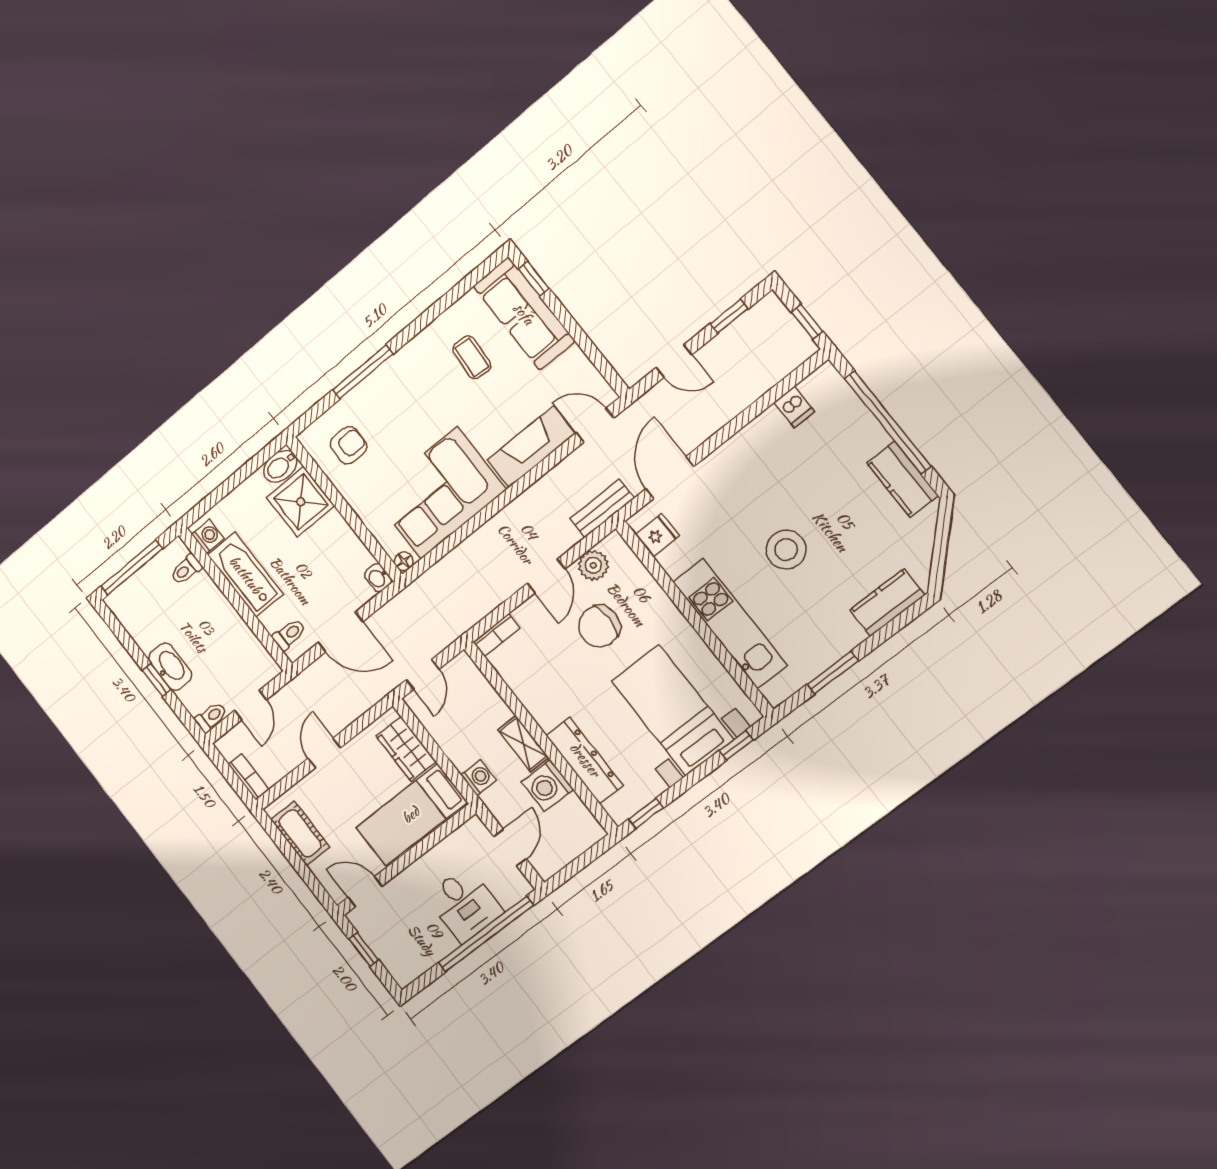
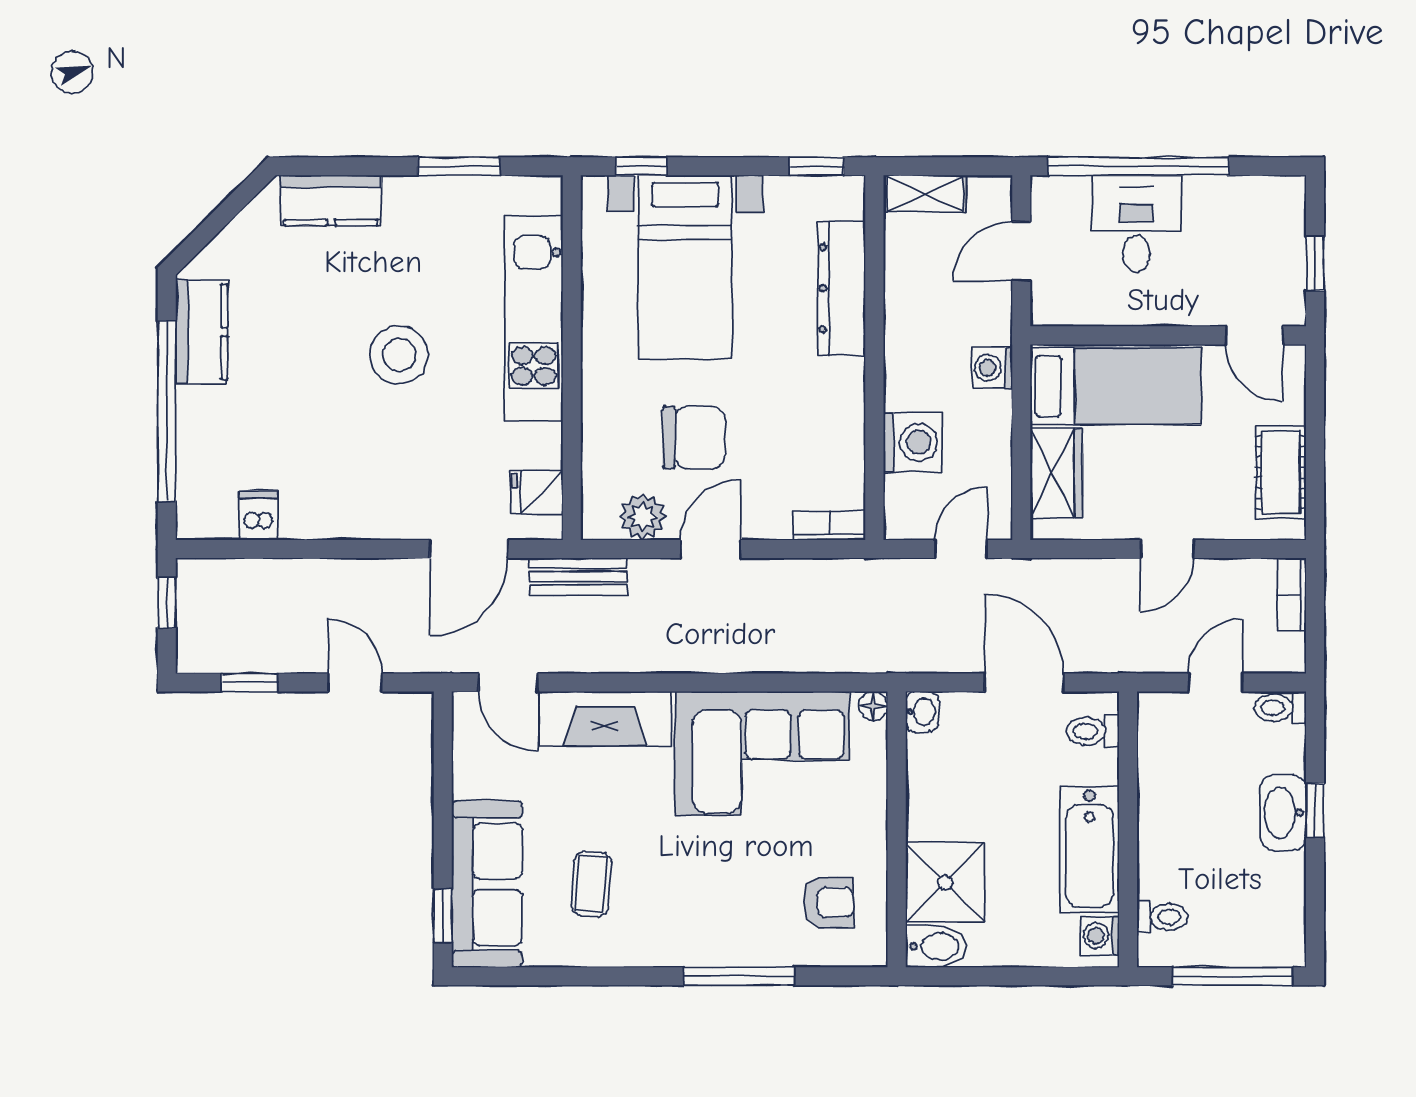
armchair: (349, 445) -> (829, 902), turned 180
shelving: (523, 744) -> (925, 194), moved, turned 90
washing machine: (547, 786) -> (913, 442), moved

